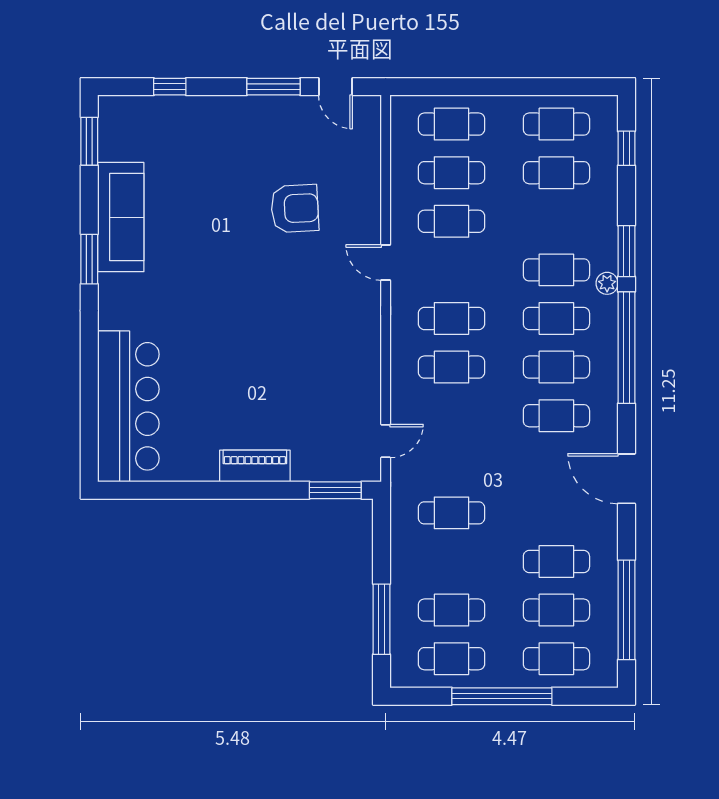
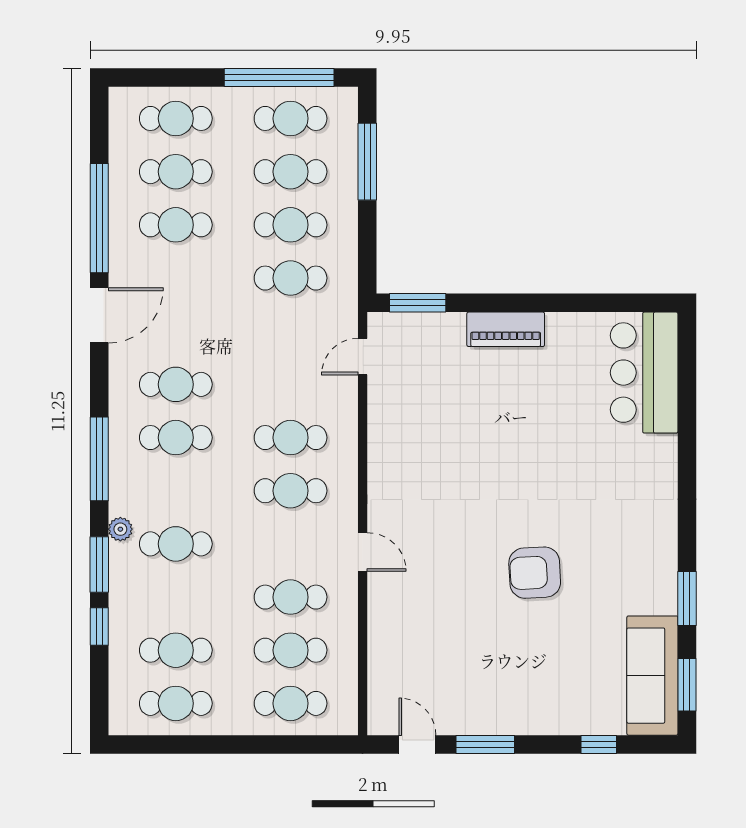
window: (626, 148) -> (99, 626), moved
armchair: (295, 208) -> (535, 573), moved
sofa: (121, 217) -> (652, 676), moved
window: (89, 259) -> (687, 599), moved
cafe table: (556, 318) -> (291, 225), moved
window: (626, 348) -> (99, 459), width x0.68
bar counter: (128, 406) -> (644, 373), width x0.73
door: (626, 479) -> (99, 315), hinge flipped
window: (626, 610) -> (99, 218), moved
window: (502, 696) -> (279, 77), moved

